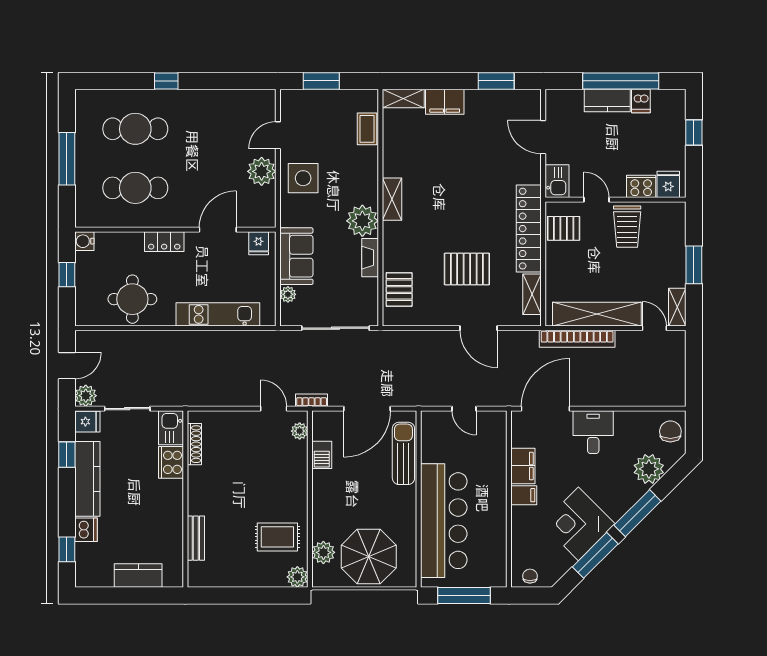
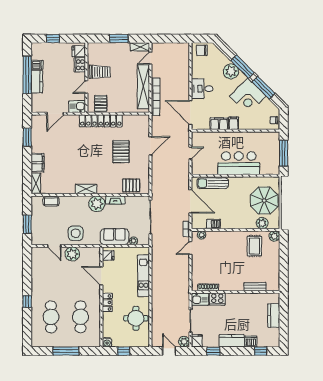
shelving: (532, 294) -> (133, 119), removed
plant: (649, 469) -> (231, 71), moved
kitchen counter: (87, 479) -> (232, 341), width x0.67
bar counter: (444, 521) -> (239, 163), width x0.73

